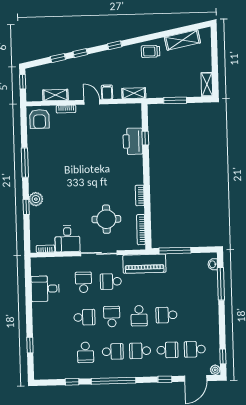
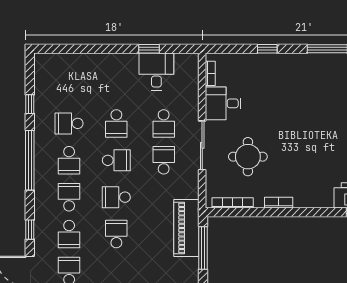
plant: (36, 199) -> (278, 62), removed
piano: (144, 264) -> (186, 228), moved
school desk: (83, 282) -> (164, 123), turned 90
window: (30, 345) -> (149, 49), moved

